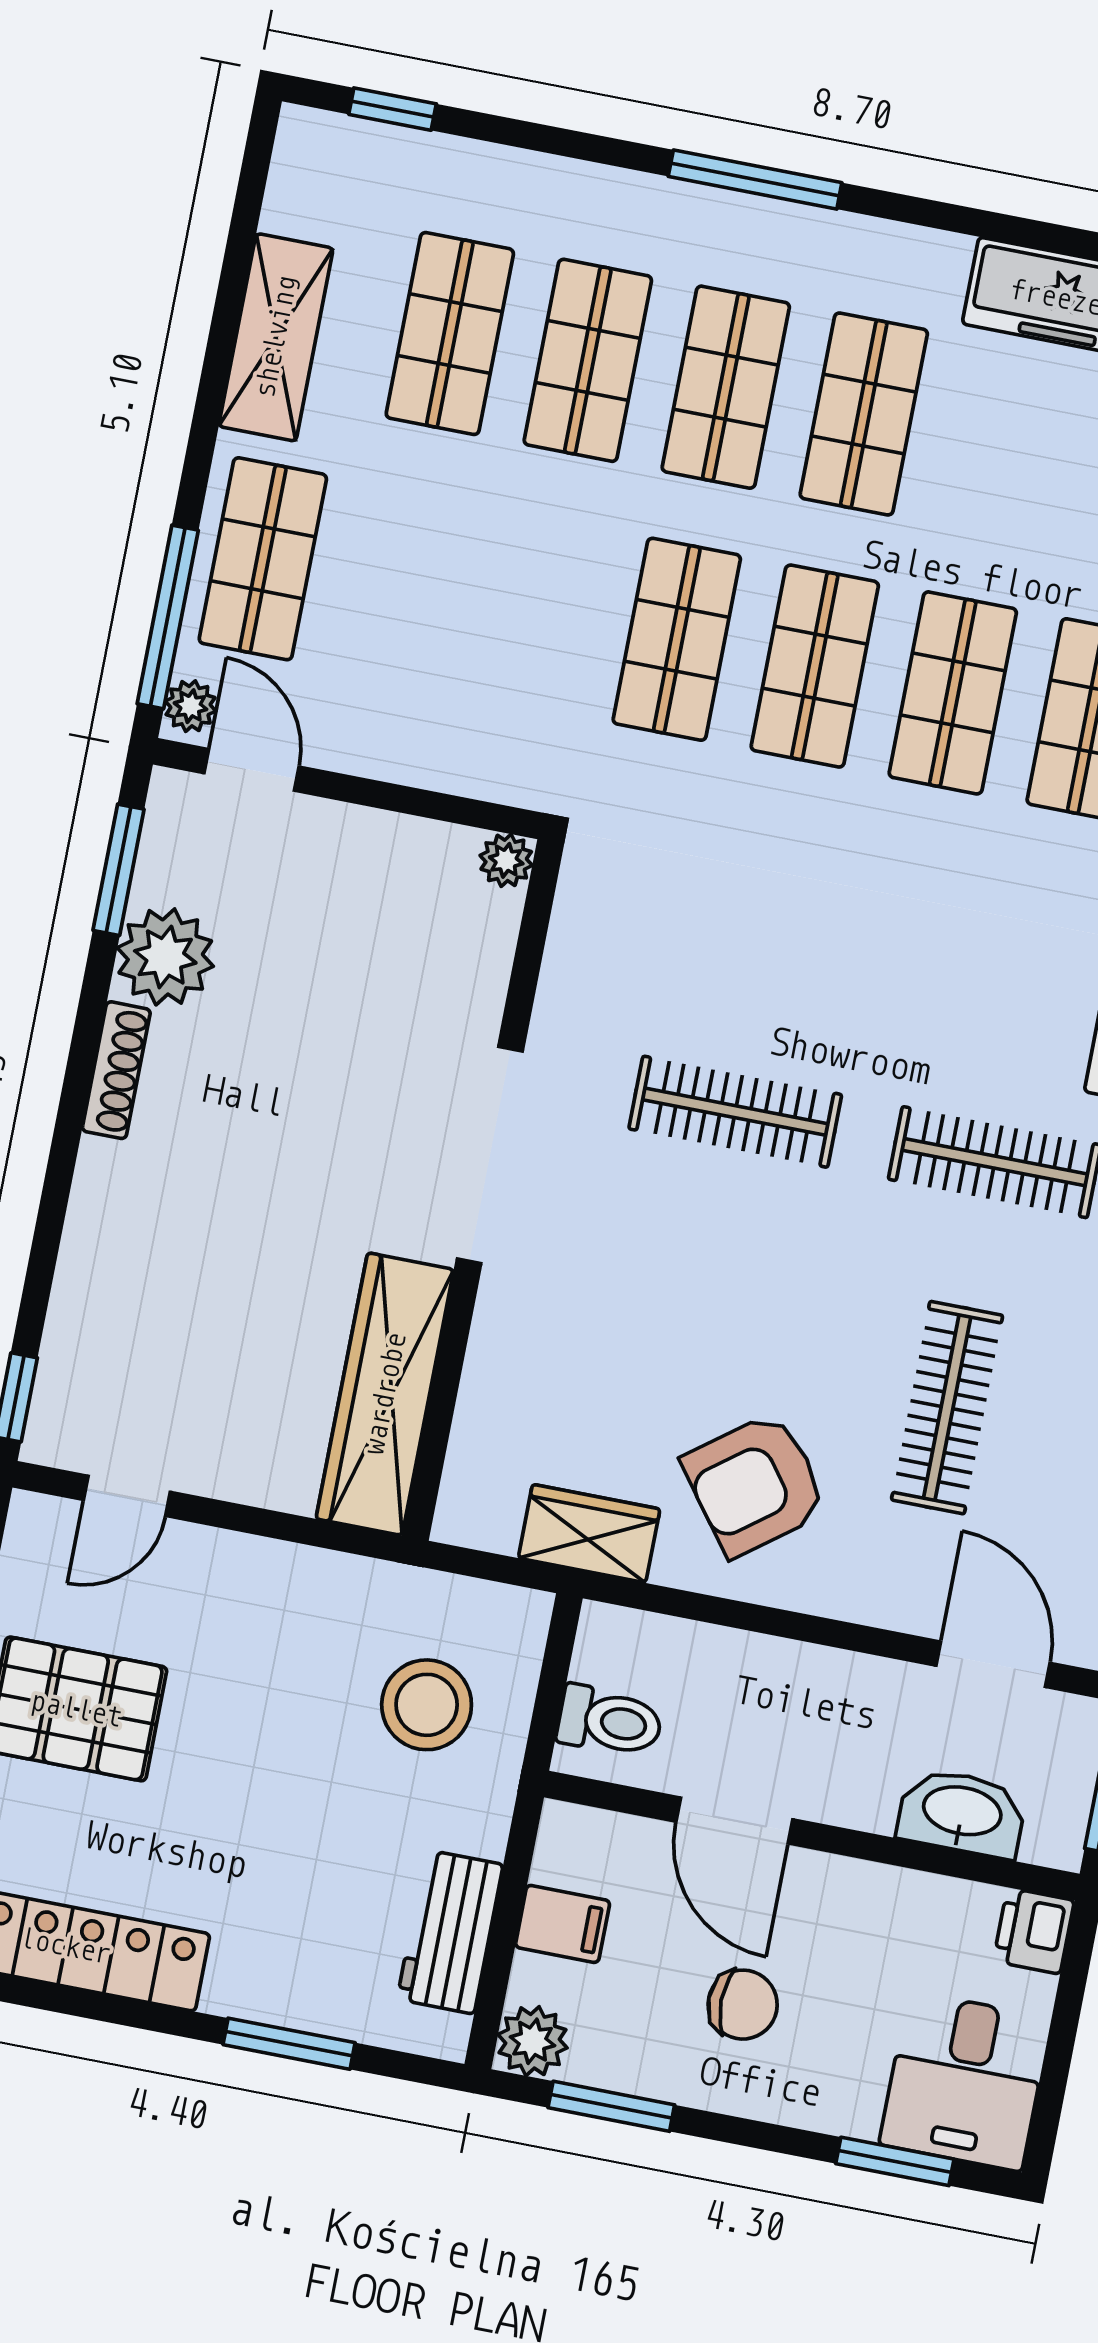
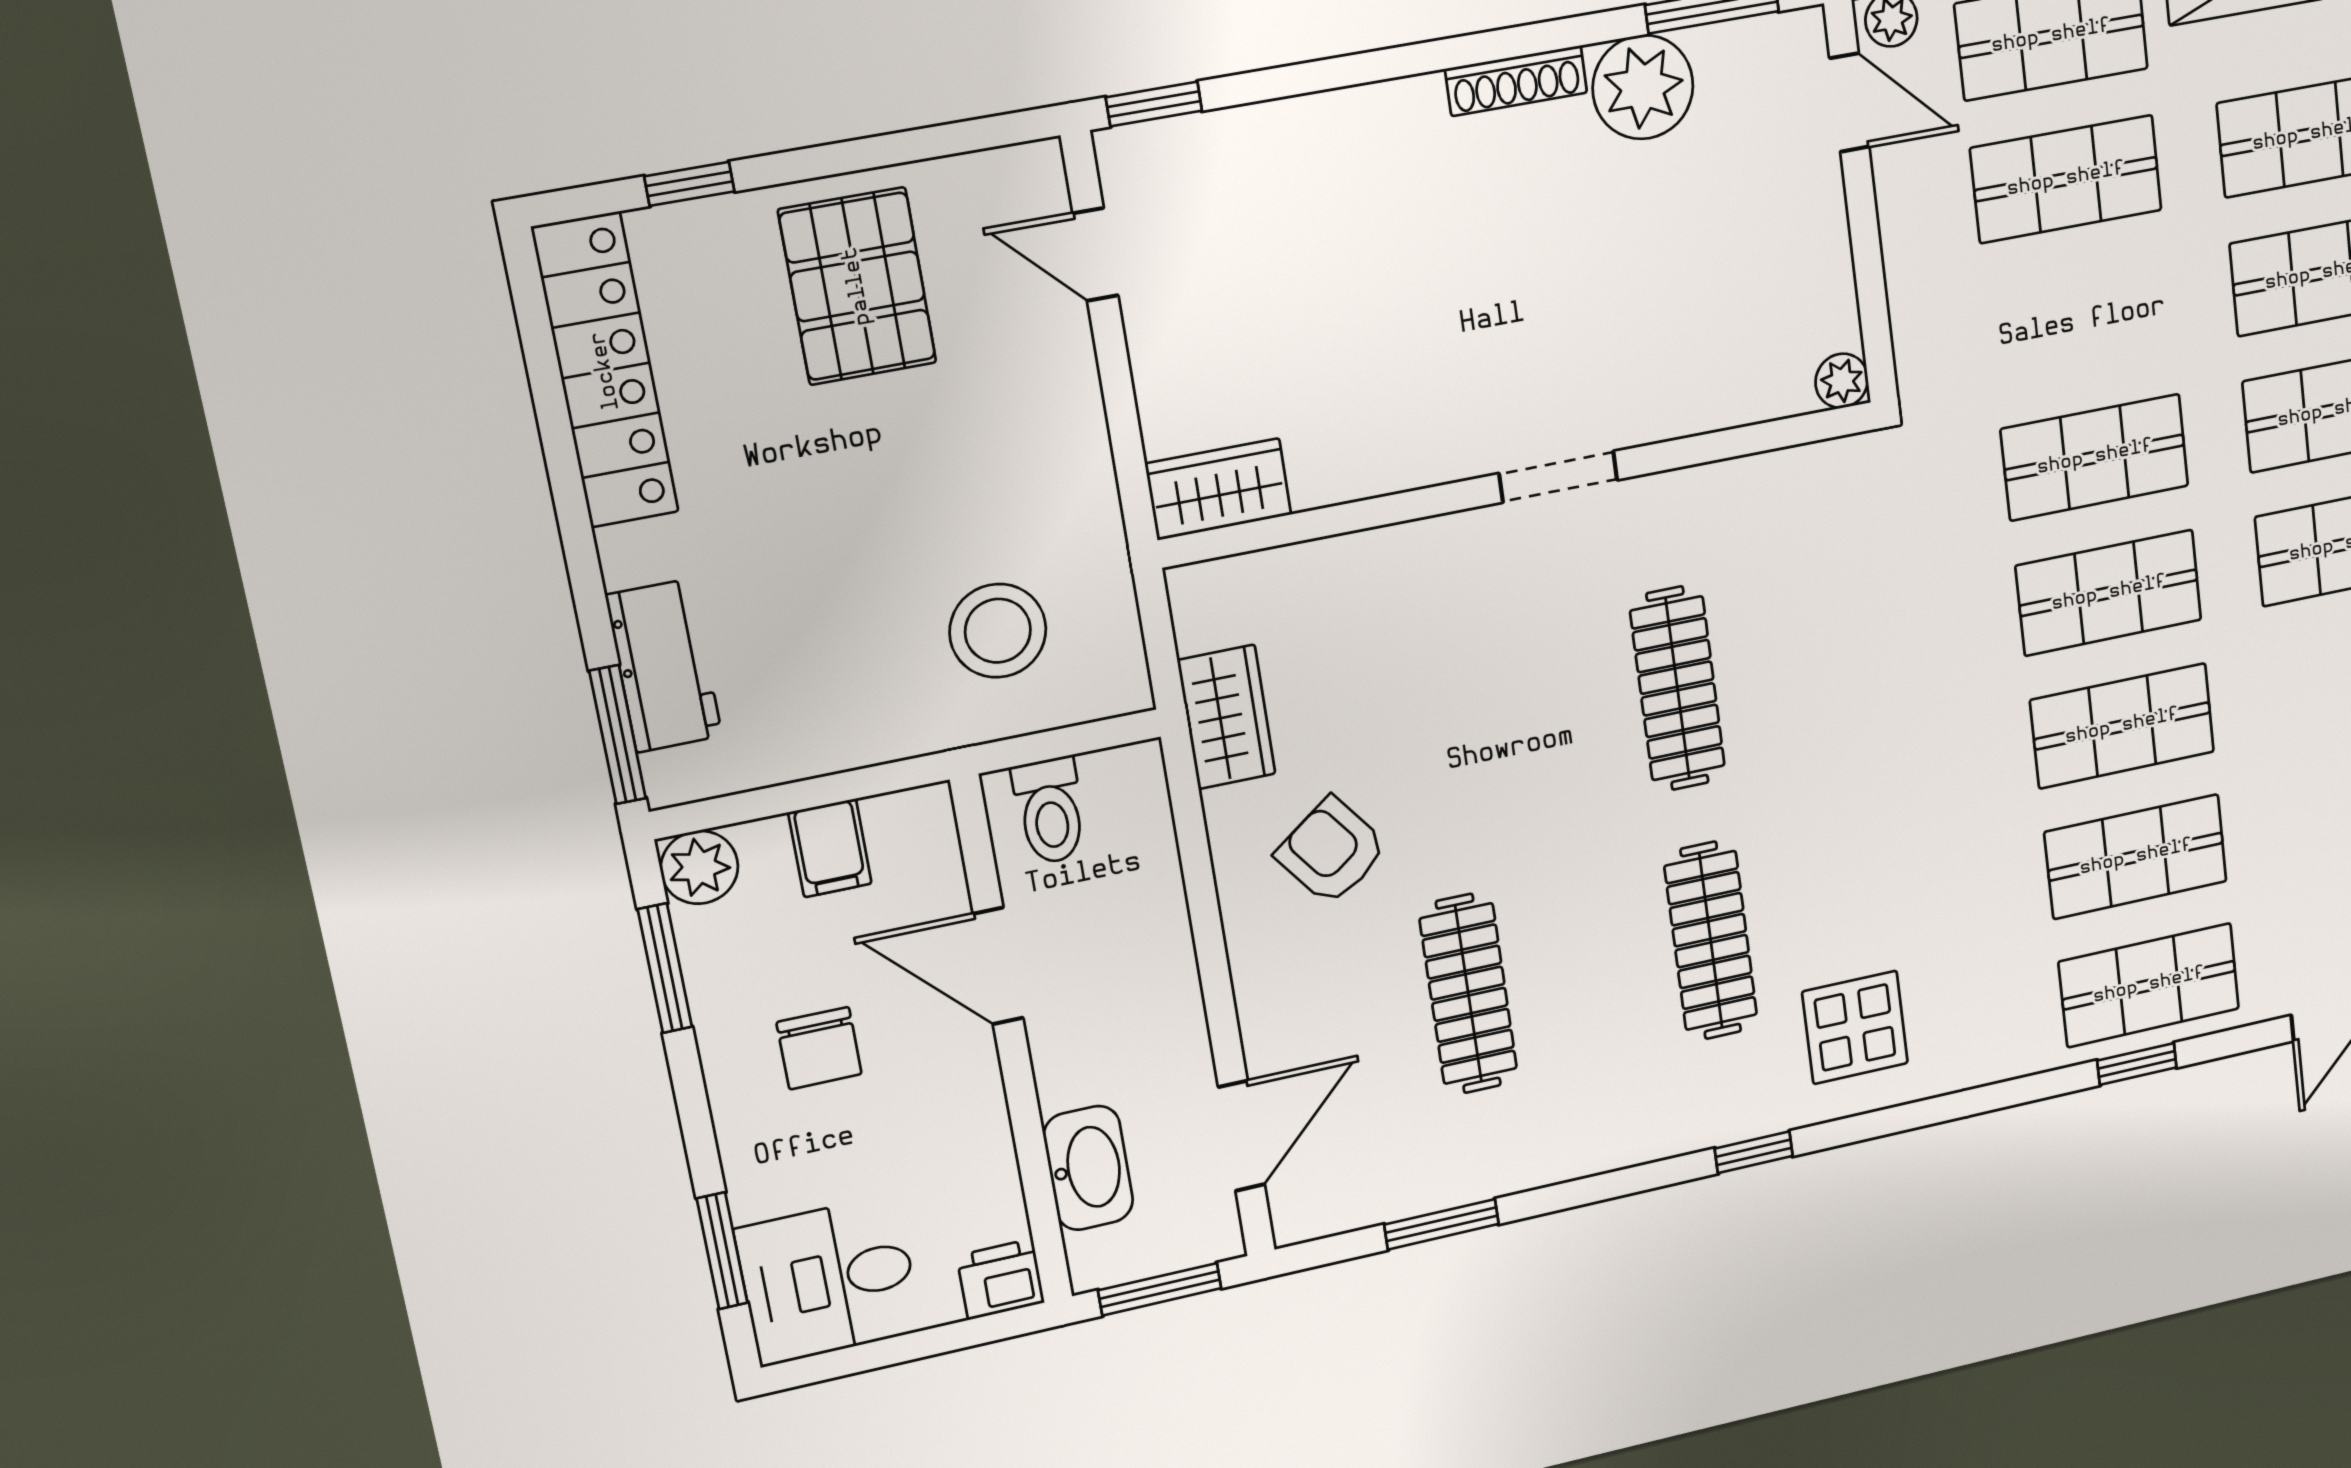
shop shelf: (401, 586) -> (2066, 179), added
door: (251, 770) -> (1849, 103), hinge flipped
doorway: (490, 1155) -> (1558, 477), width x0.53
wardrobe: (385, 1394) -> (1218, 489), width x0.48, depth x0.85
clothes rail: (947, 1408) -> (1468, 994), turned 90
armchair: (755, 1484) -> (1332, 851), width x0.72, depth x0.72
door: (734, 1820) -> (998, 966), hinge flipped
workbench: (450, 1932) -> (664, 666), moved, turned 90
window: (289, 2044) -> (618, 735), moved

